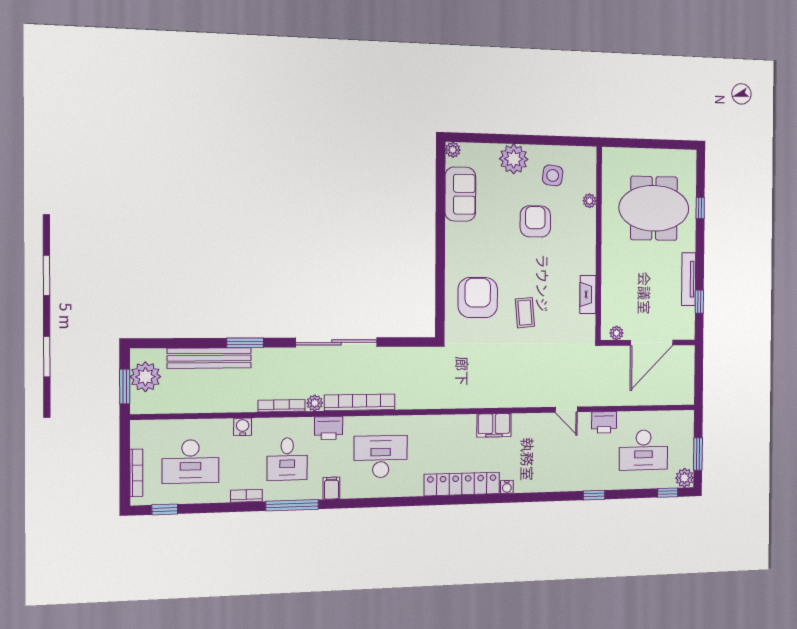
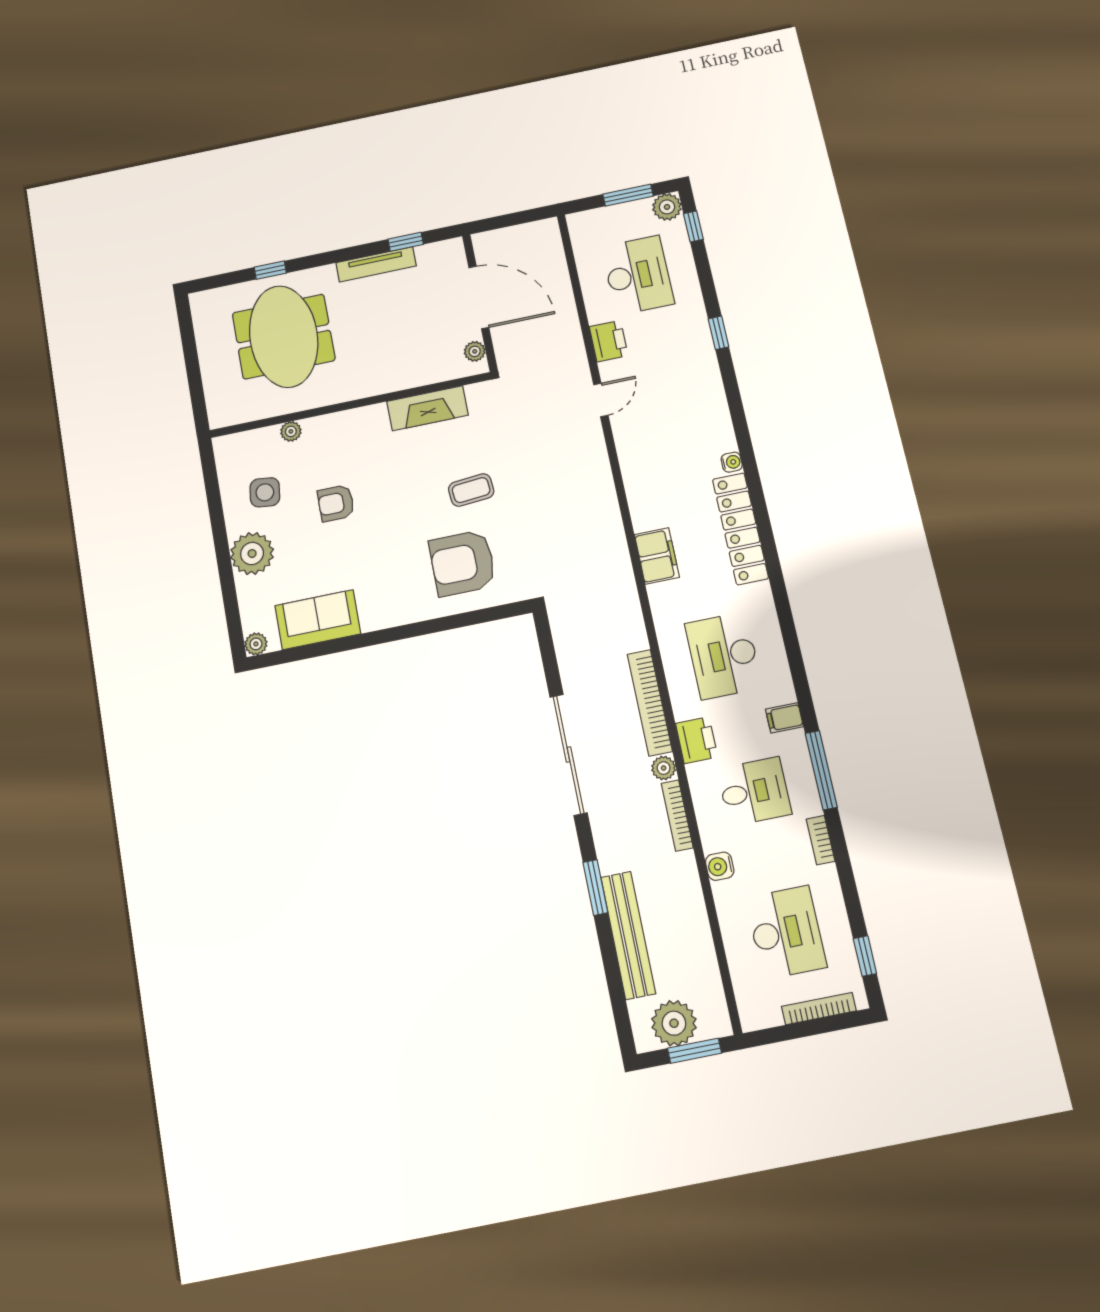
armchair: (535, 221) -> (336, 503), width x0.72, depth x0.72
fireplace: (588, 294) -> (427, 408), width x1.37, depth x1.32
filing cabinet: (494, 425) -> (657, 556), moved

